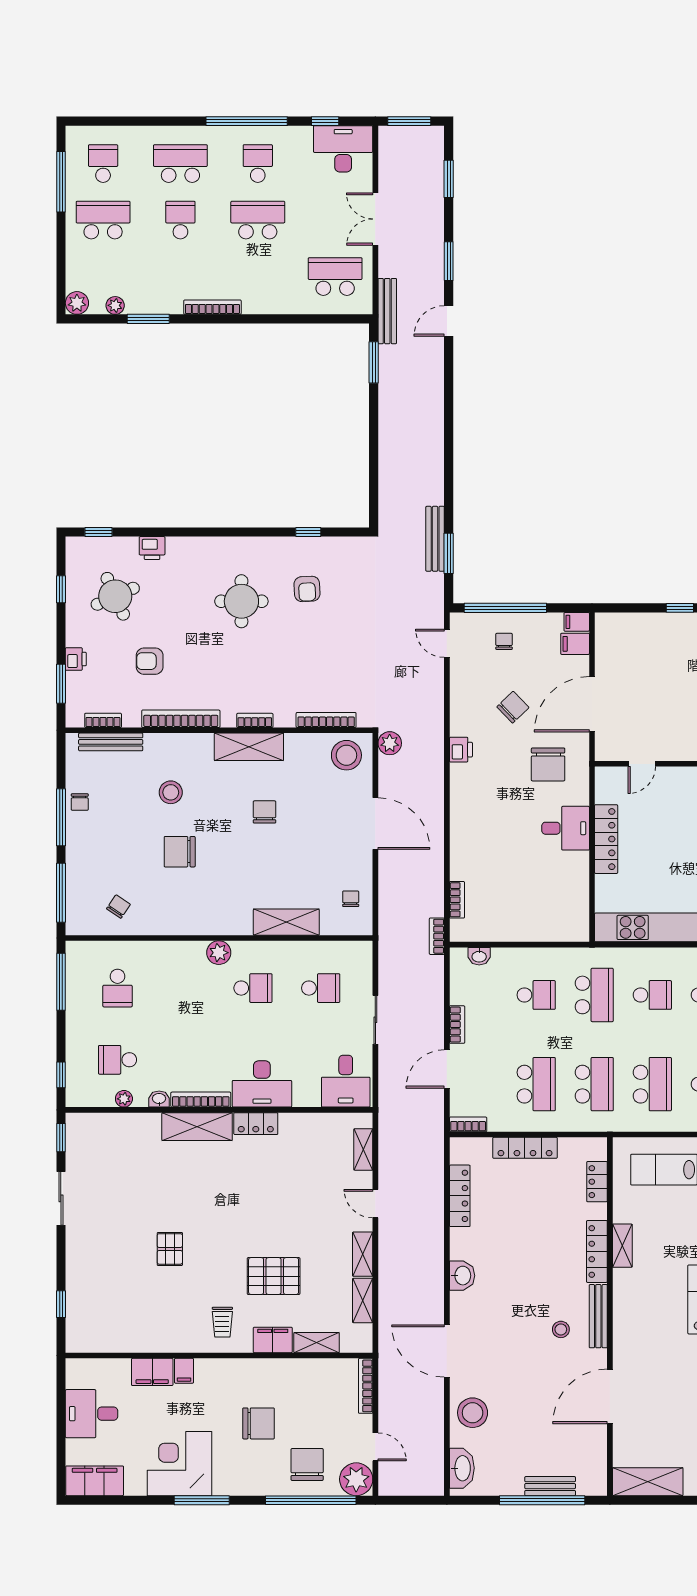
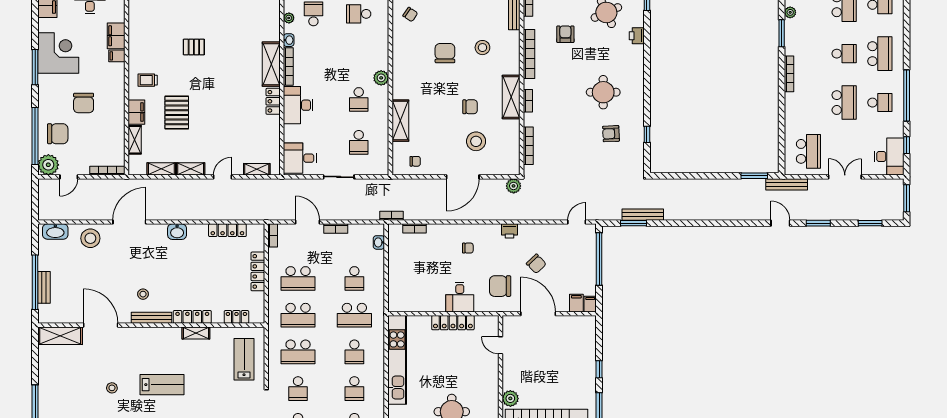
chair: (504, 641) -> (468, 248), moved
stool: (346, 755) -> (476, 141), moved
shelving: (648, 1482) -> (60, 336), moved, turned 90

